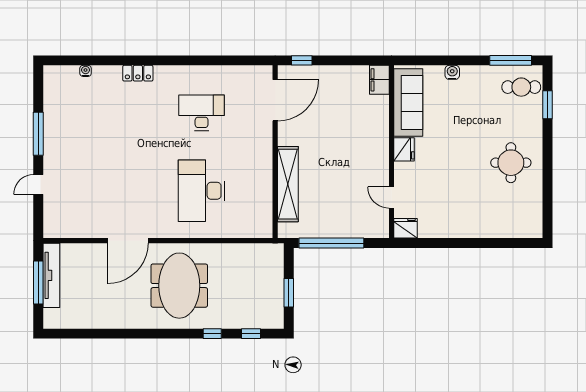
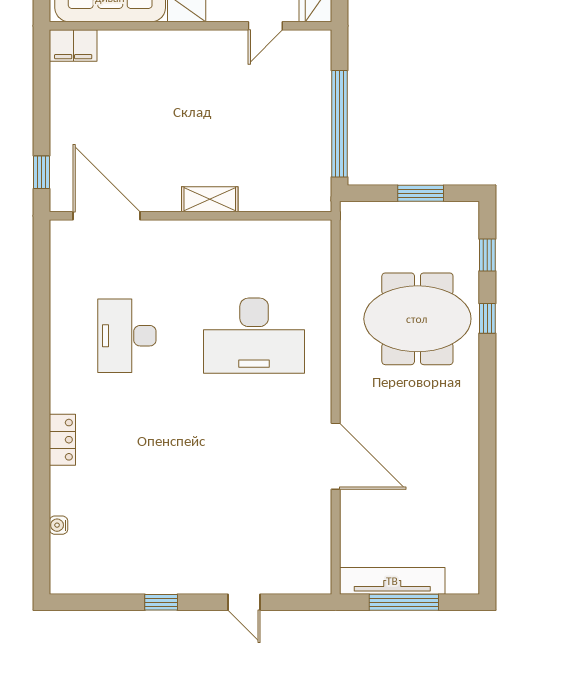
window: (38, 134) -> (161, 602), width x0.46
shelving: (288, 184) -> (210, 199), width x0.45, depth x0.75
meeting table: (179, 286) -> (417, 319), moved

